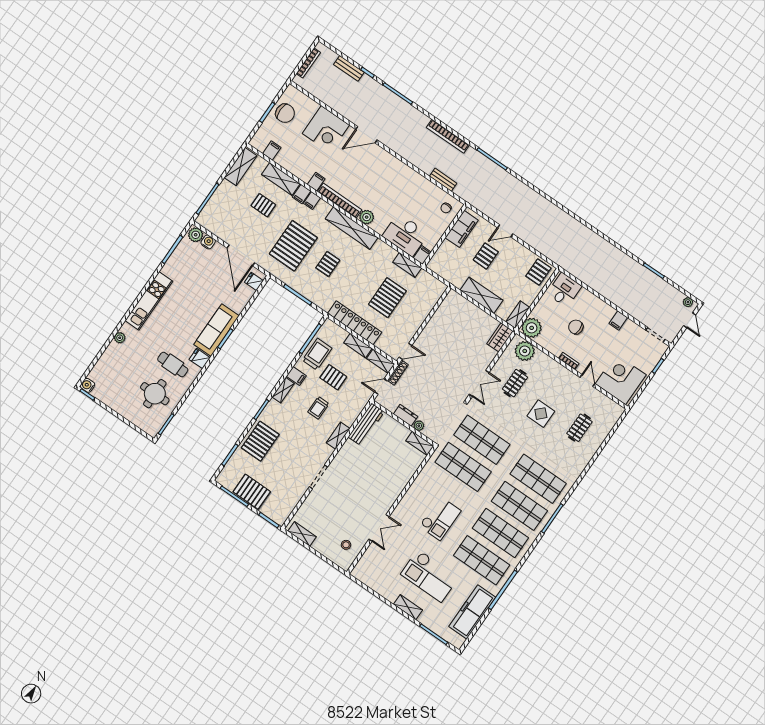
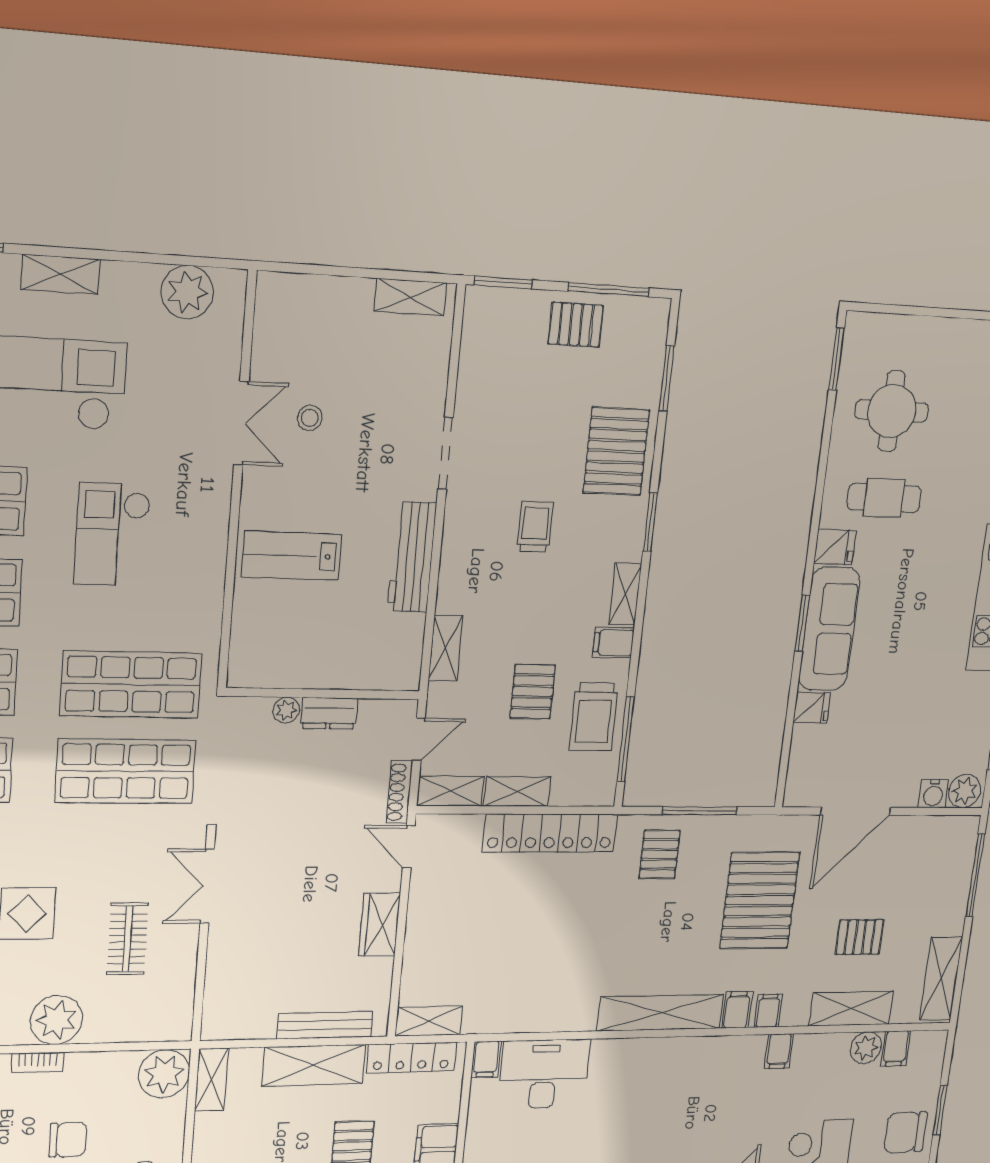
filing cabinet: (301, 194) -> (737, 1010), moved
bookcase: (340, 201) -> (713, 1048), removed
plant: (367, 217) -> (866, 1048), moved
door: (241, 255) -> (855, 811), swing flipped
pallet: (328, 264) -> (660, 854), moved
shelving: (407, 265) -> (429, 1021), moved
locker: (447, 274) -> (411, 1058), added
fridge: (254, 281) -> (812, 708), moved
pallet: (387, 298) -> (510, 929), removed
bench: (469, 307) -> (325, 1025), added
wardrobe: (500, 337) -> (379, 925), moved, turned 180
door: (405, 351) -> (409, 847), hinge flipped
plant: (525, 351) -> (56, 1020), moved
pallet: (333, 377) -> (533, 692), turned 90
trolley: (318, 408) -> (535, 527), moved
workbench: (366, 424) -> (412, 557), moved
shelving: (338, 436) -> (446, 648), moved
shelving: (420, 443) -> (261, 673), removed
lab bench: (388, 475) -> (292, 556), added
pallet: (252, 492) -> (576, 325), width x0.67, depth x0.71
double door: (379, 528) -> (241, 423), swing flipped
stool: (346, 545) -> (310, 418), moved
plant: (372, 578) -> (187, 292), added

